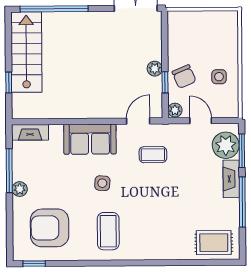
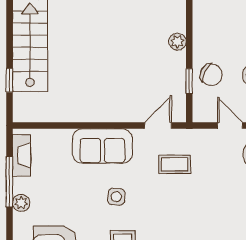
plant: (155, 69) -> (177, 42), moved
chair: (184, 77) -> (211, 75), turned -40
plant: (175, 110) -> (200, 113), removed
fireplace: (30, 132) -> (22, 155), moved, turned -90

